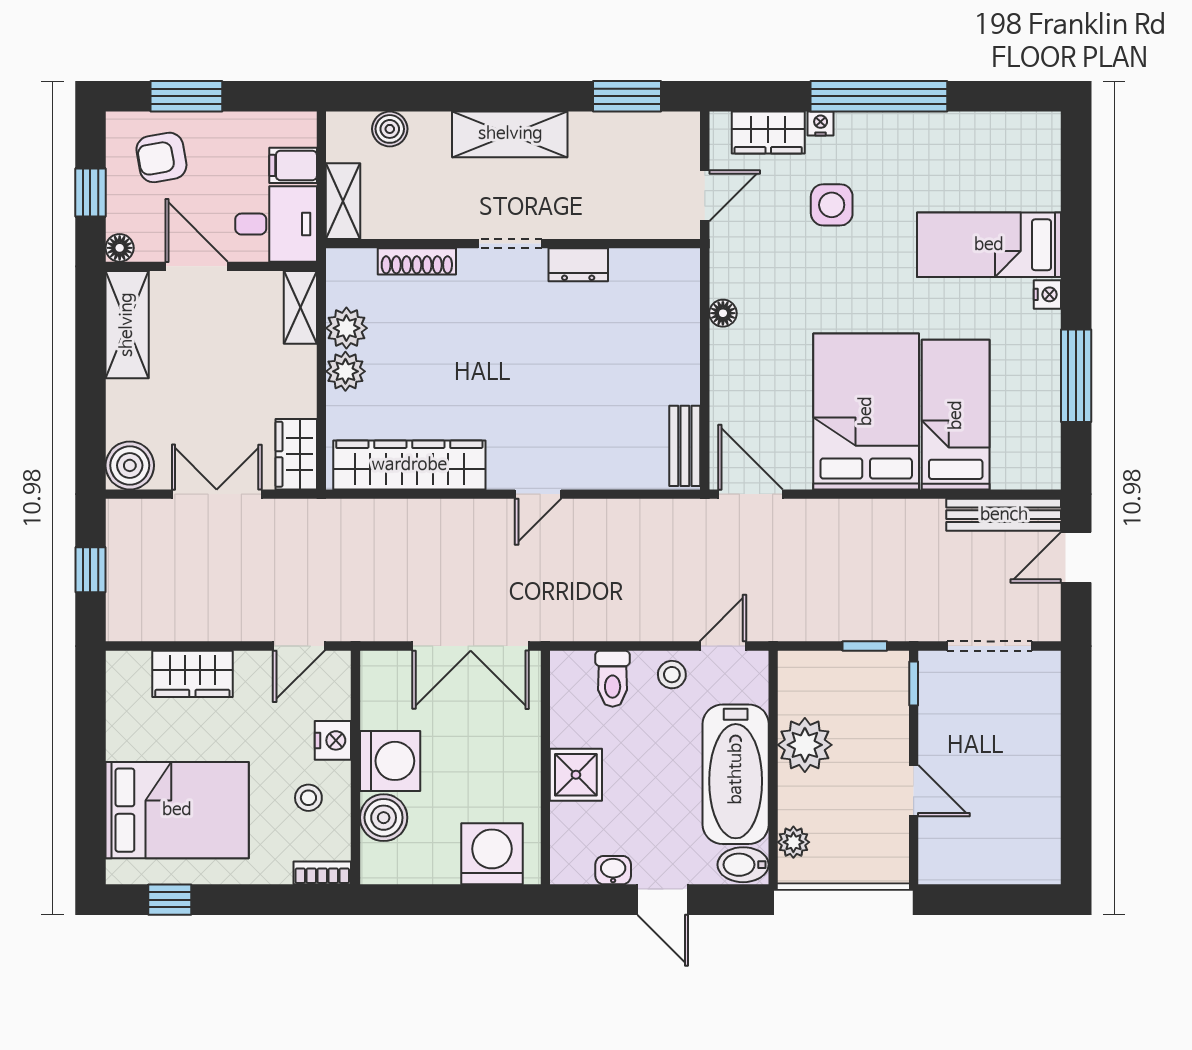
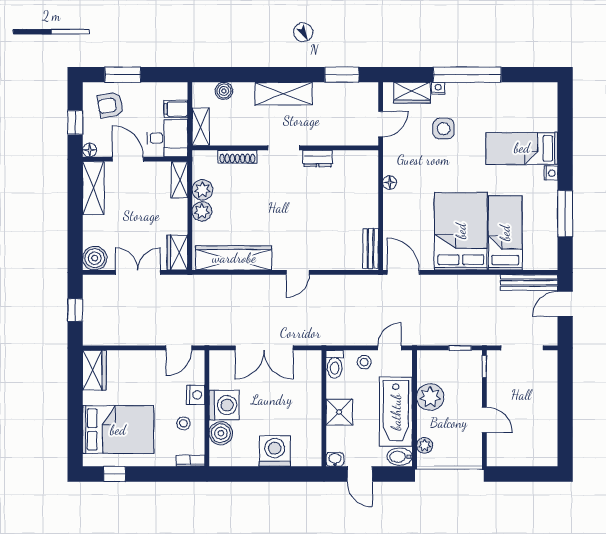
wardrobe: (192, 674) -> (94, 370), moved, turned -90
wall: (545, 768) -> (324, 408), moved
shower: (576, 775) -> (339, 412), moved

